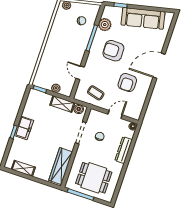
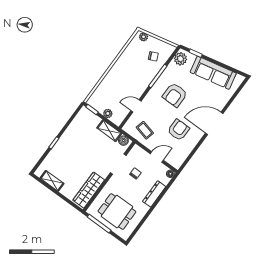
plant: (105, 25) -> (181, 59), moved
armchair: (113, 51) -> (175, 95), turned -90
door: (80, 73) -> (136, 106), hinge flipped
armchair: (127, 83) -> (178, 130), turned 180
freezer: (24, 128) -> (65, 142), removed

